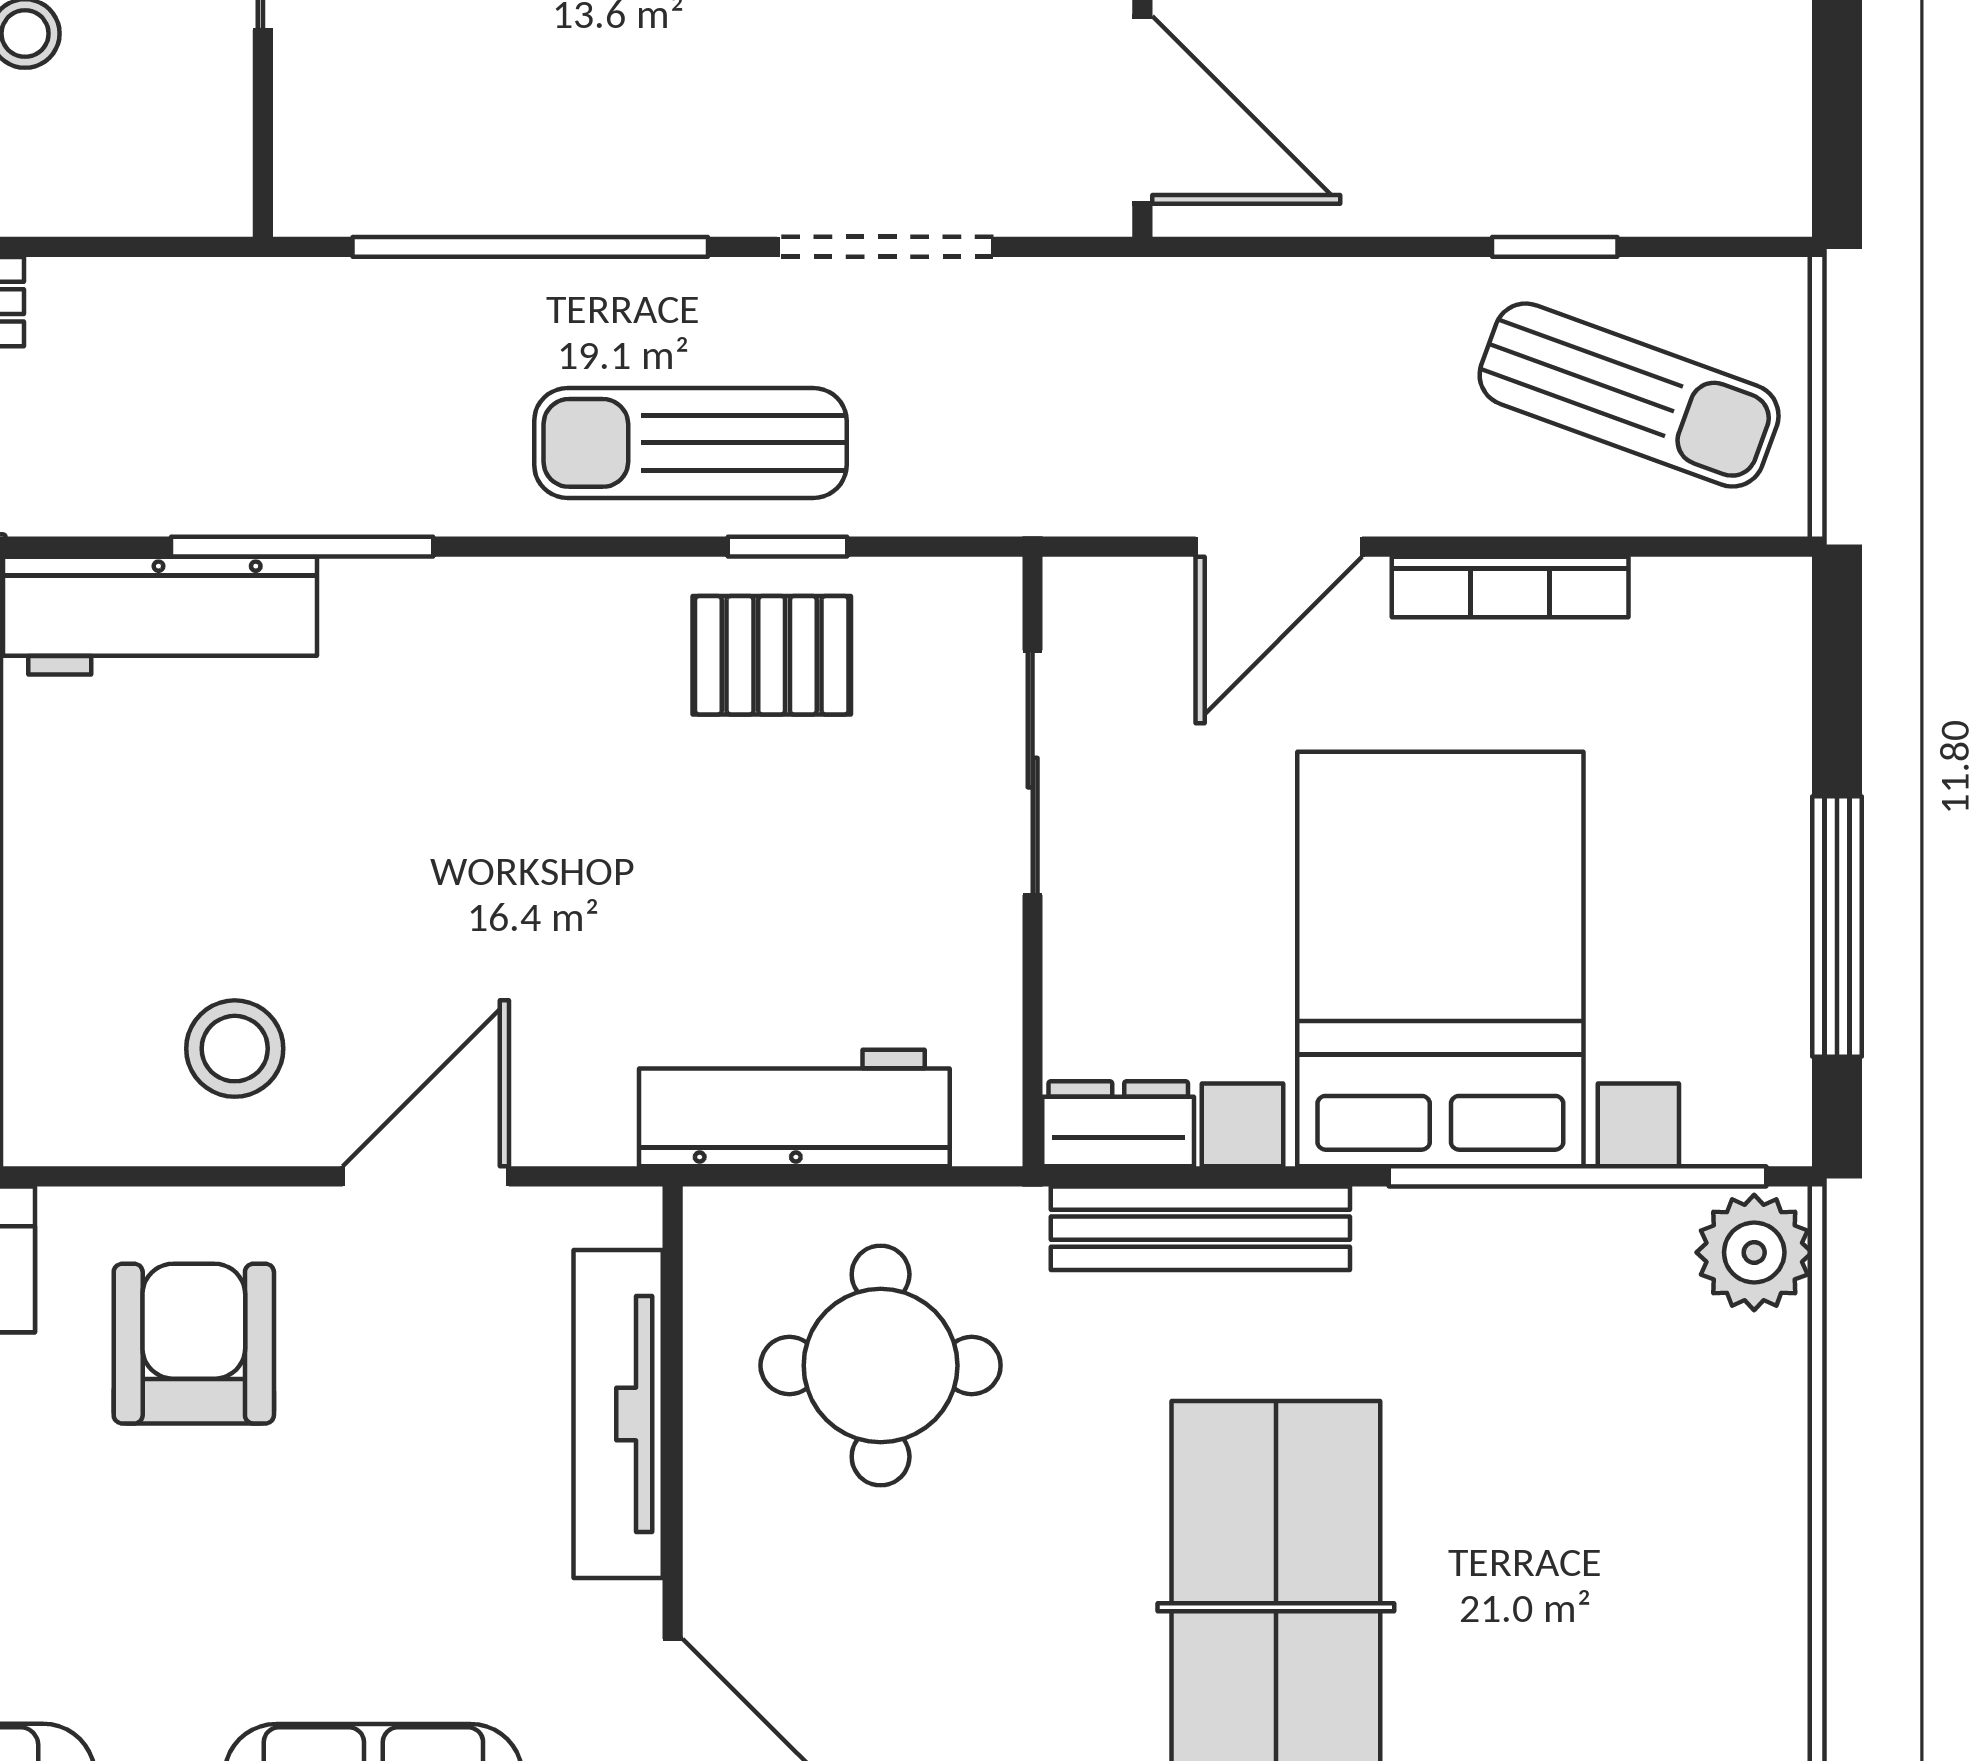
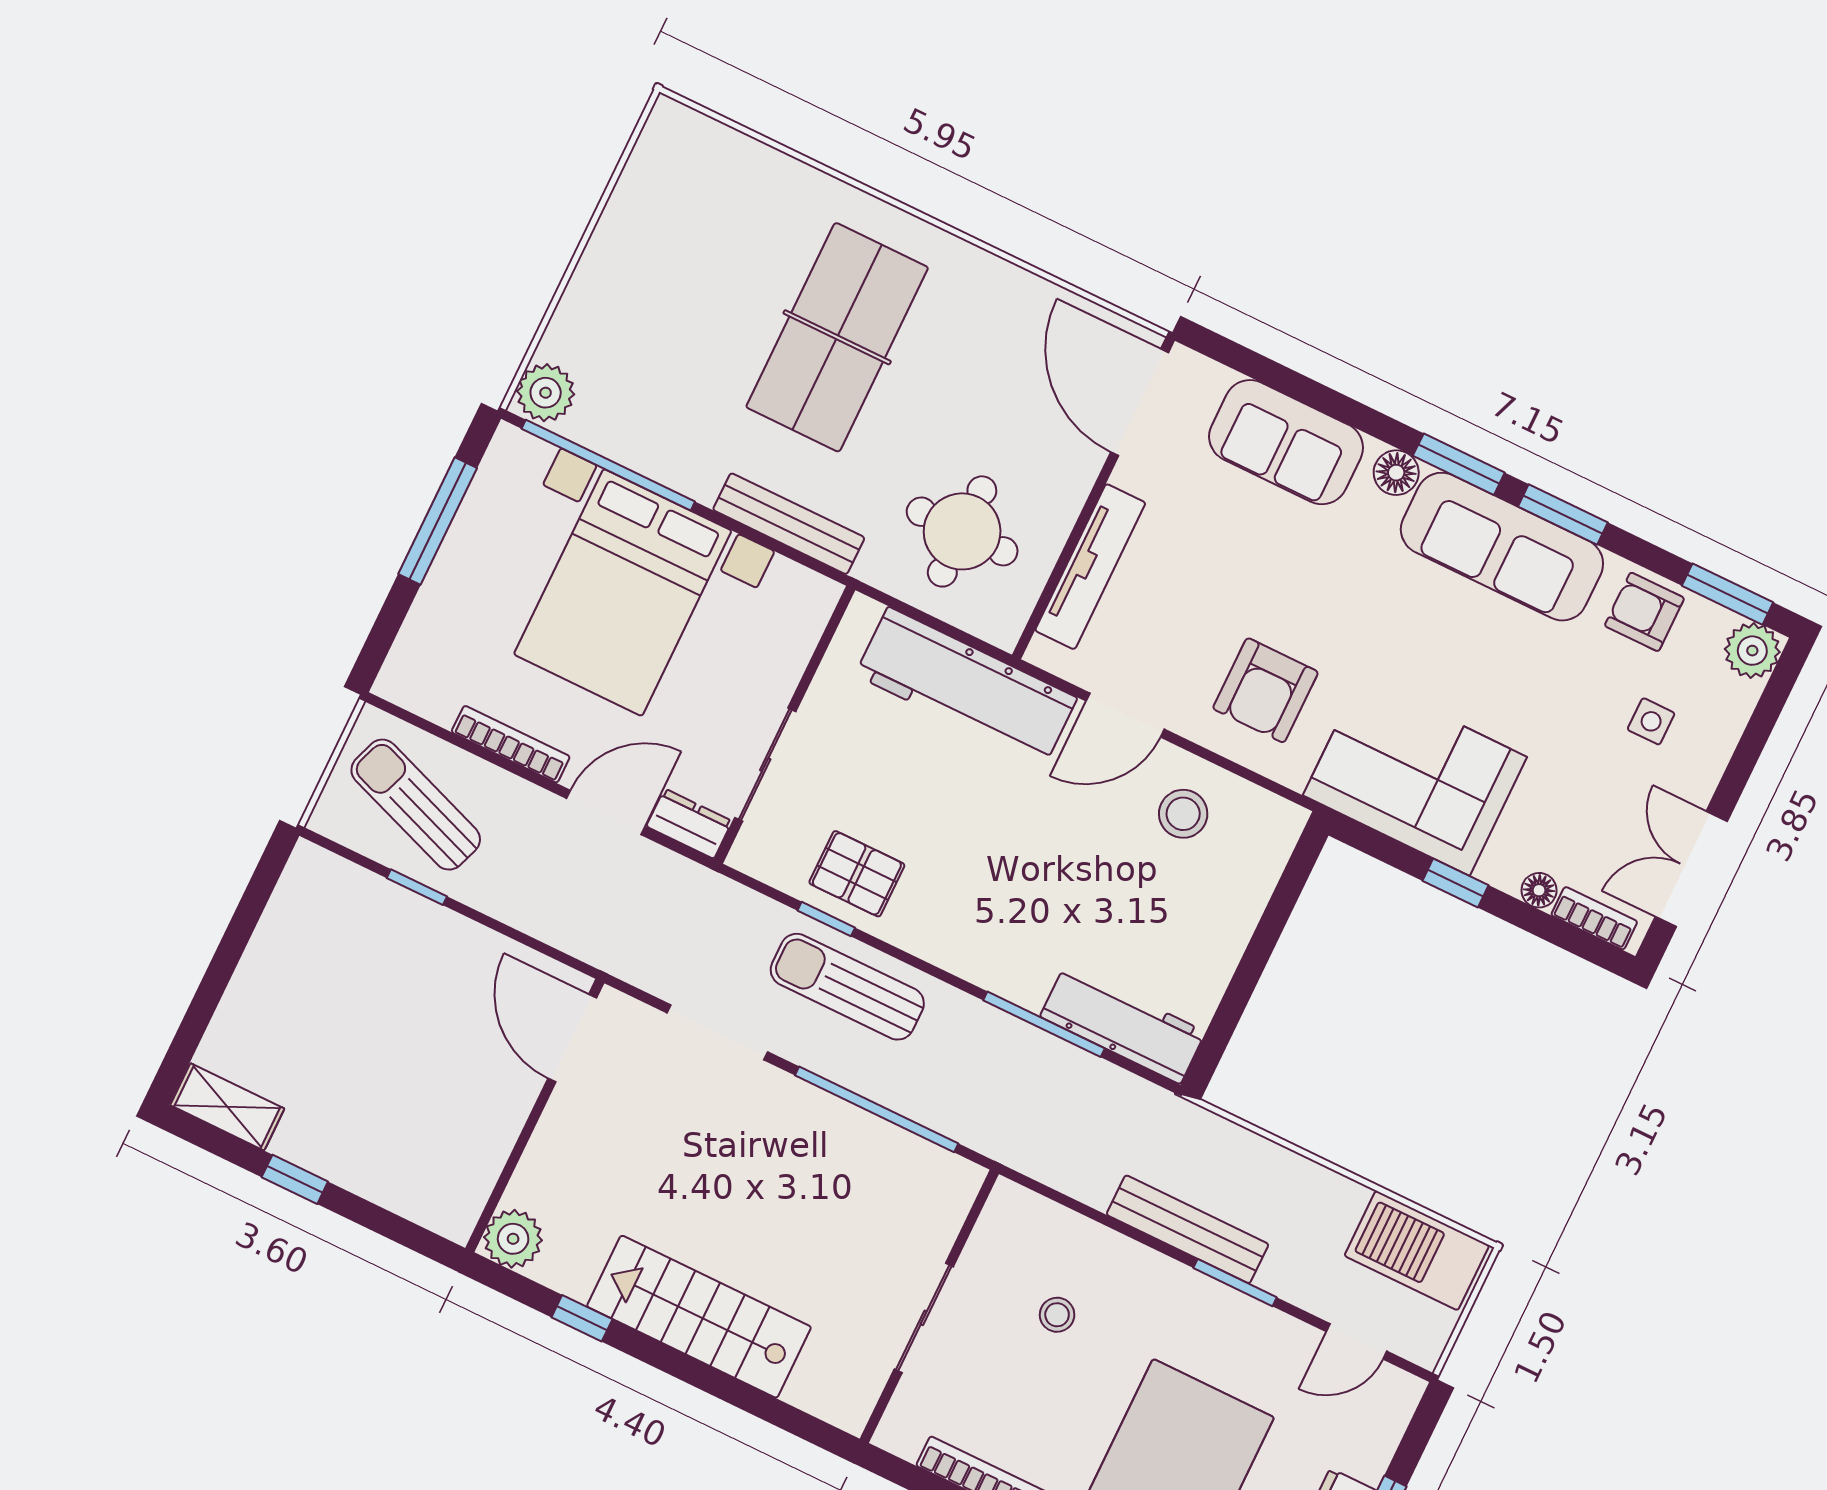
sun lounger: (690, 443) -> (847, 987), turned 180
workbench: (794, 1108) -> (966, 686), width x1.36, depth x1.32
dresser: (1118, 1124) -> (689, 824), moved, turned 180

